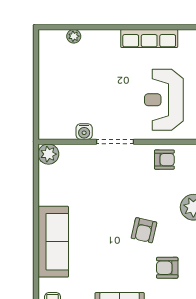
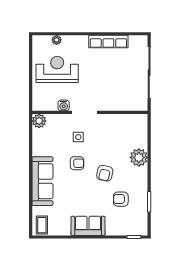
reception desk: (164, 100) -> (57, 69), moved, turned 90
armchair: (164, 160) -> (77, 163), moved
side table: (105, 177) -> (78, 137), added

